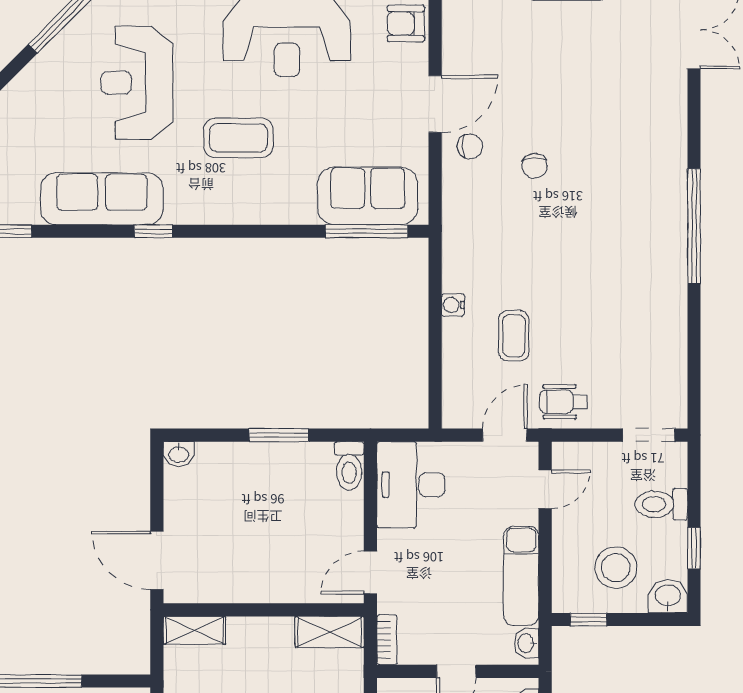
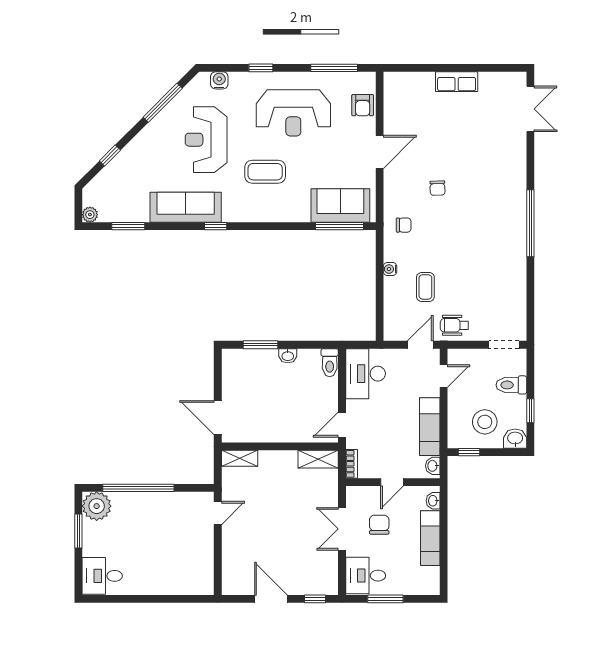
armchair: (406, 24) -> (363, 105), turned -90
chair: (470, 146) -> (404, 225), moved
window: (279, 435) -> (260, 345), moved
washbasin: (179, 454) -> (288, 356), moved

